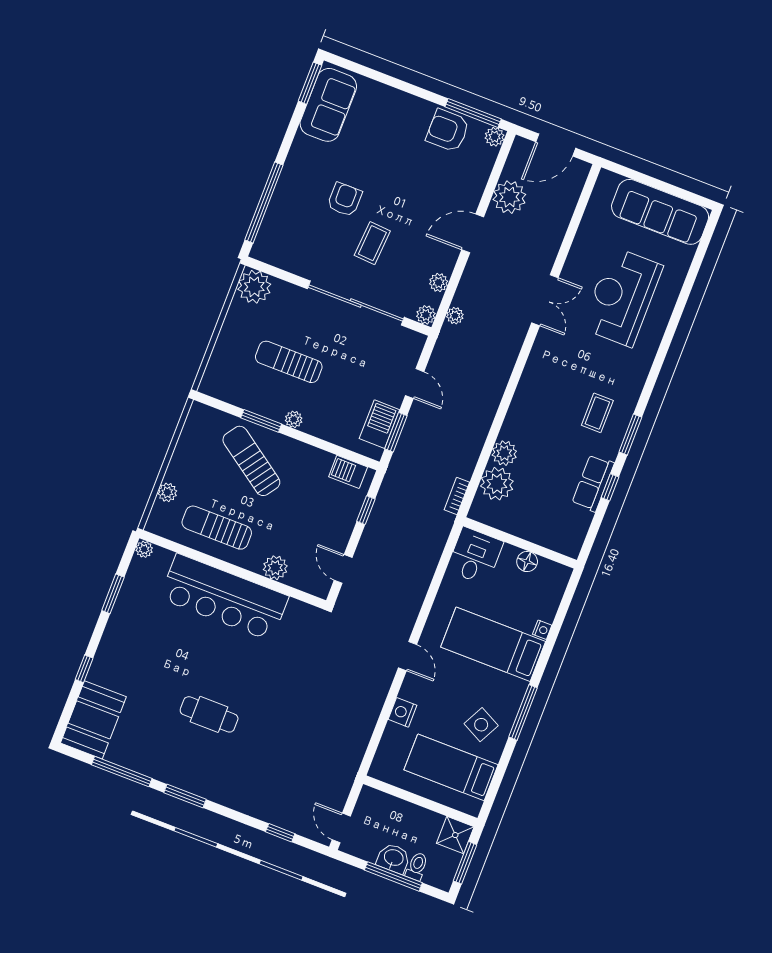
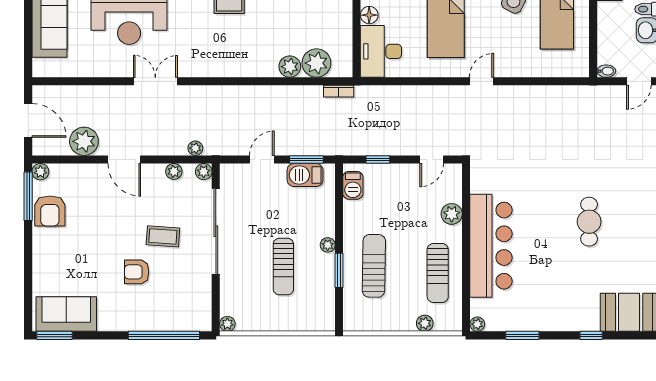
plant: (254, 287) -> (227, 324), width x0.53, depth x0.53
sun lounger: (251, 461) -> (374, 266), turned 146
desk: (475, 556) -> (381, 51), width x1.37
nightstand: (402, 712) -> (528, 68), removed
bidet: (366, 797) -> (606, 71), added

